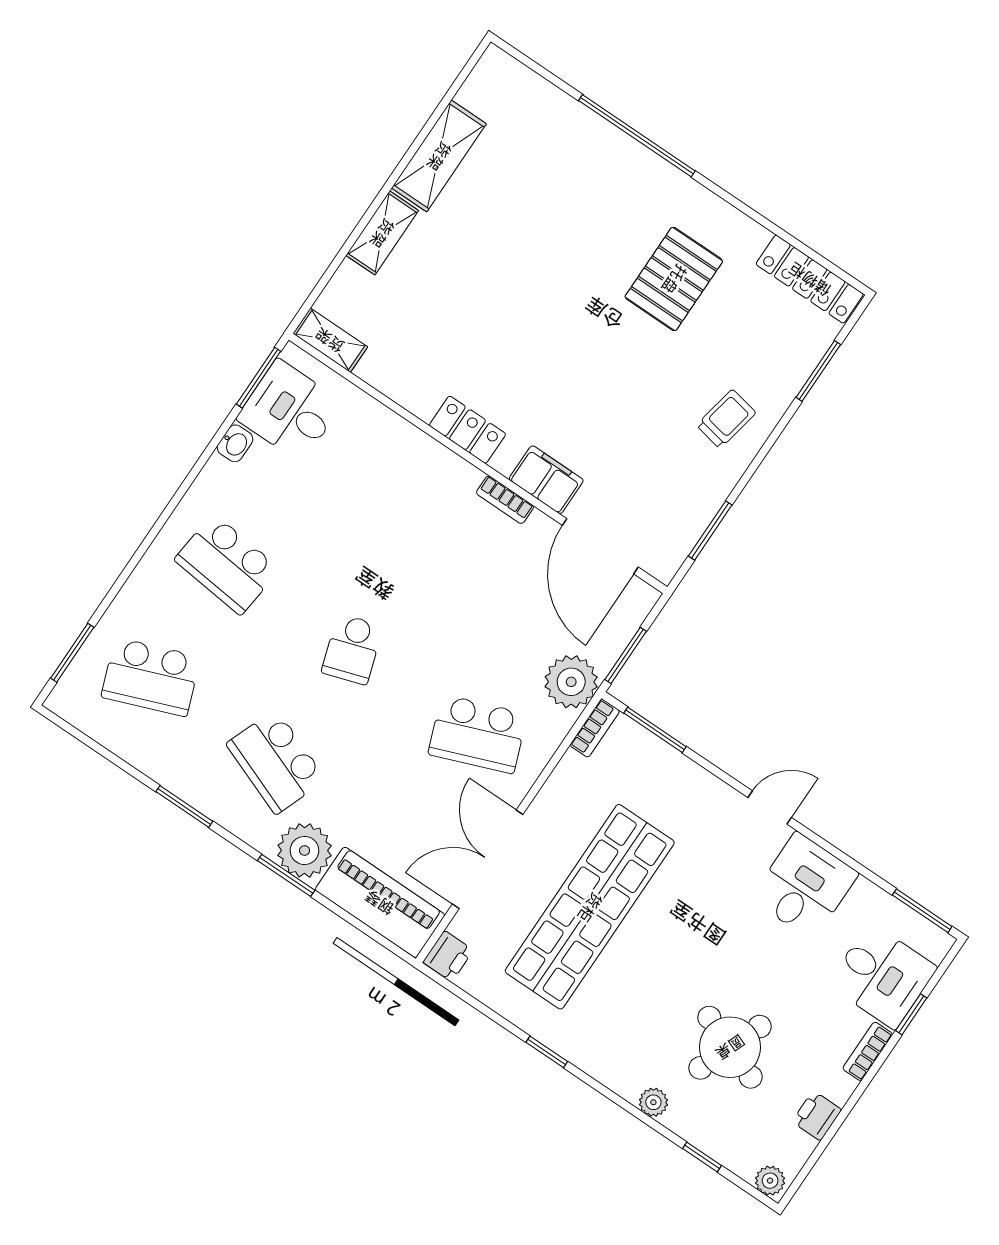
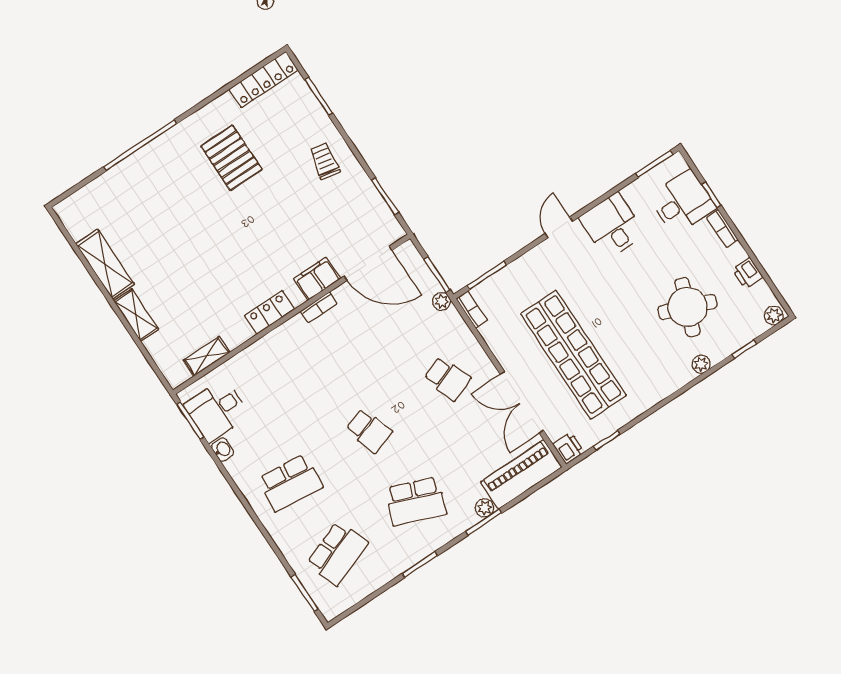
shelving: (330, 340) -> (207, 356), moved
plant: (571, 682) -> (442, 301), width x0.53, depth x0.53
school desk: (478, 734) -> (447, 378), width x0.54
plant: (305, 850) -> (485, 508), width x0.53, depth x0.53
window: (547, 1052) -> (607, 440), moved

